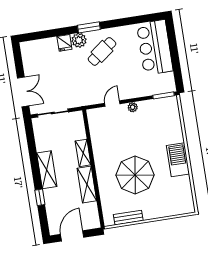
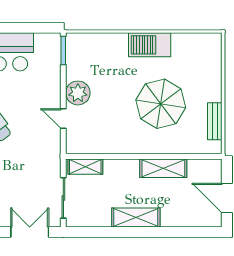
plant: (133, 107) -> (78, 93), width x1.88, depth x1.88
shelving: (83, 153) -> (85, 167), moved
window: (40, 197) -> (170, 232), removed

